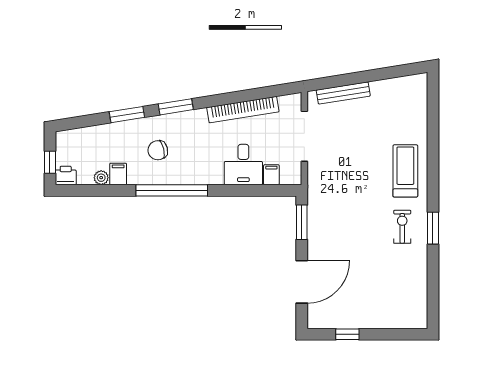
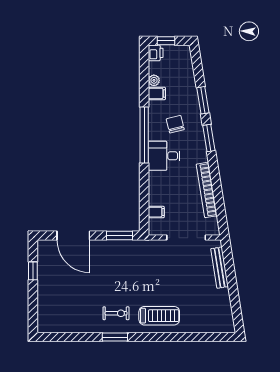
desk: (243, 165) -> (164, 156), moved

